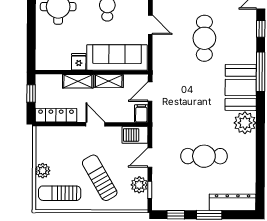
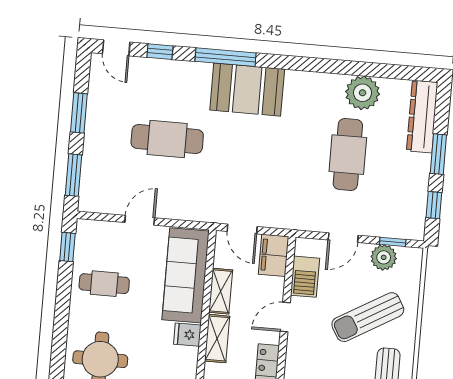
filing cabinet: (141, 113) -> (274, 255), width x2.00
plant: (245, 123) -> (363, 93), moved
barbecue: (135, 135) -> (305, 277), moved
door: (150, 158) -> (343, 238), hinge flipped

